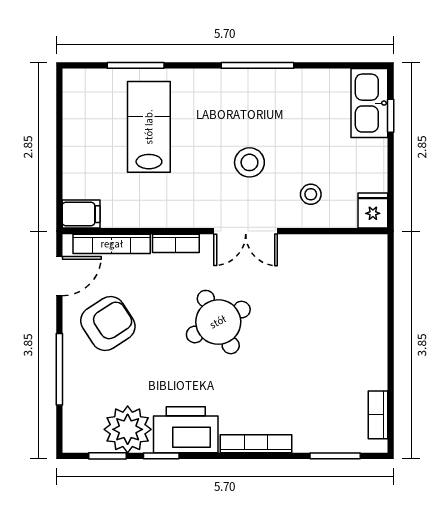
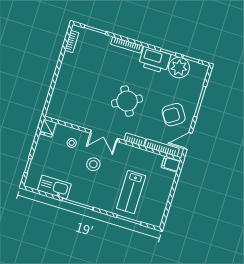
kitchen sink: (369, 103) -> (54, 187), moved, turned -90
double door: (246, 231) -> (104, 136), swing flipped

